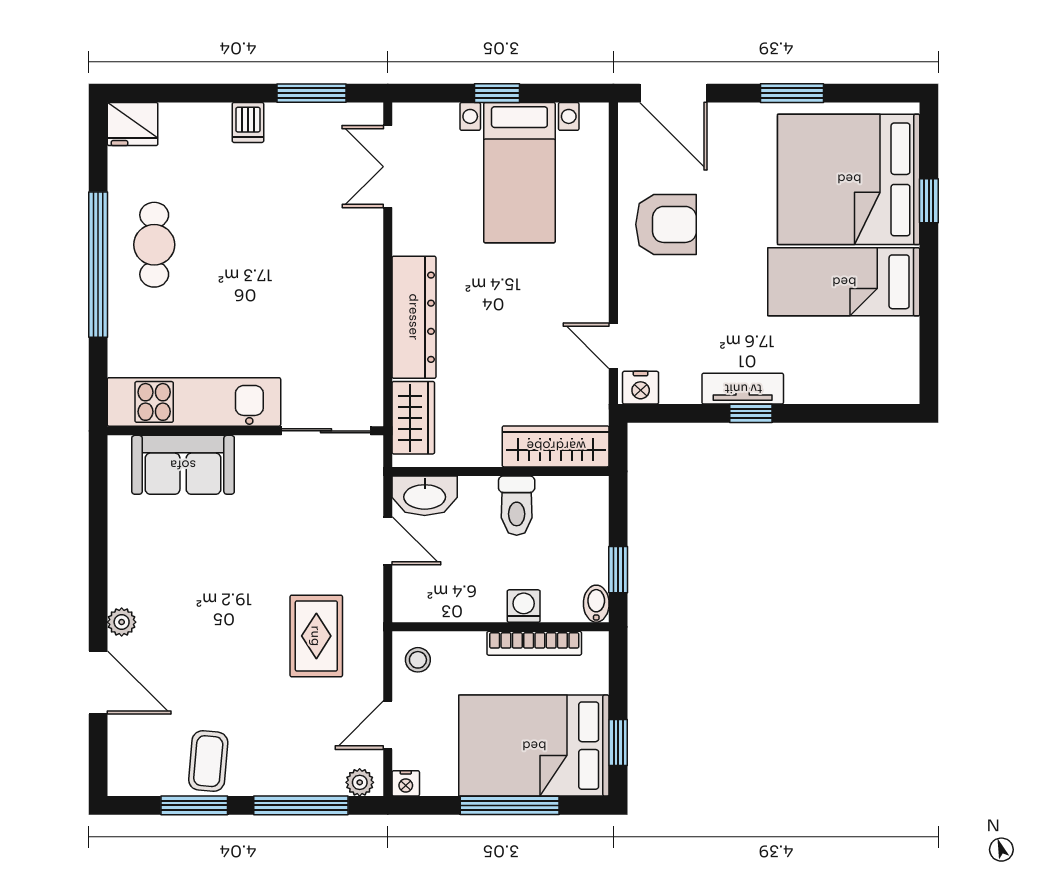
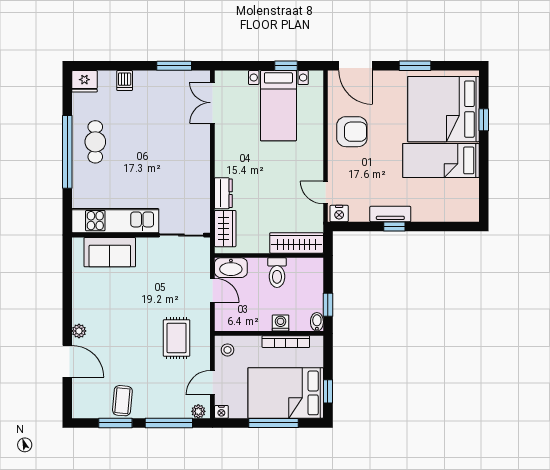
window: (497, 93) -> (286, 66), moved
dishwasher: (248, 122) -> (125, 81), moved
dresser: (414, 317) -> (223, 193), width x0.51, depth x0.80

